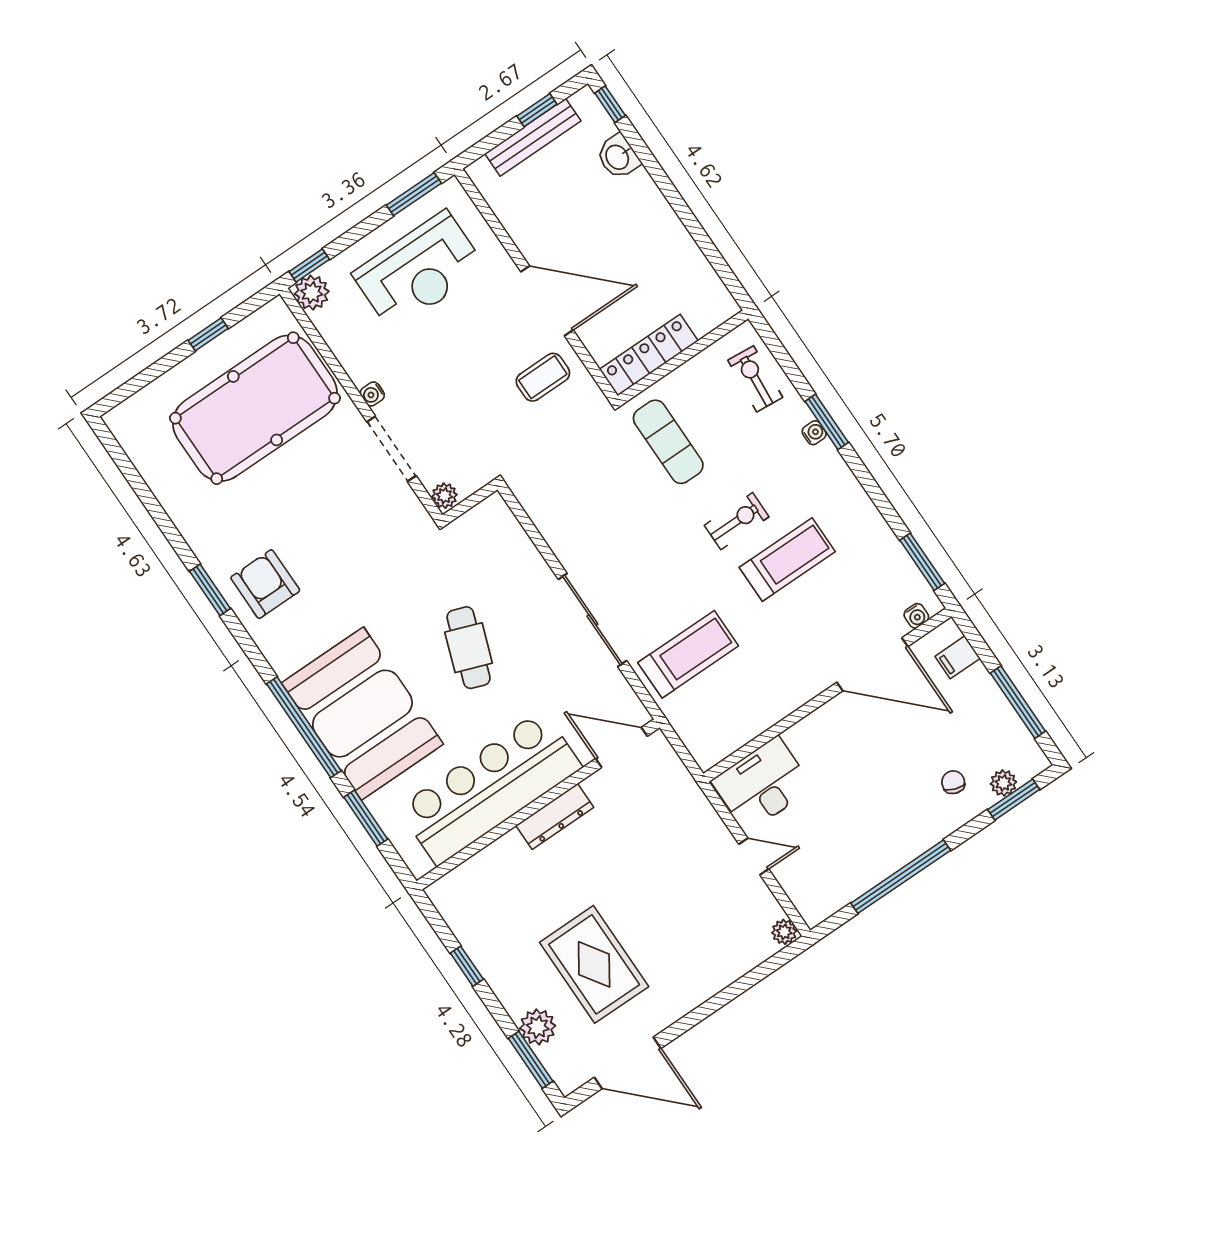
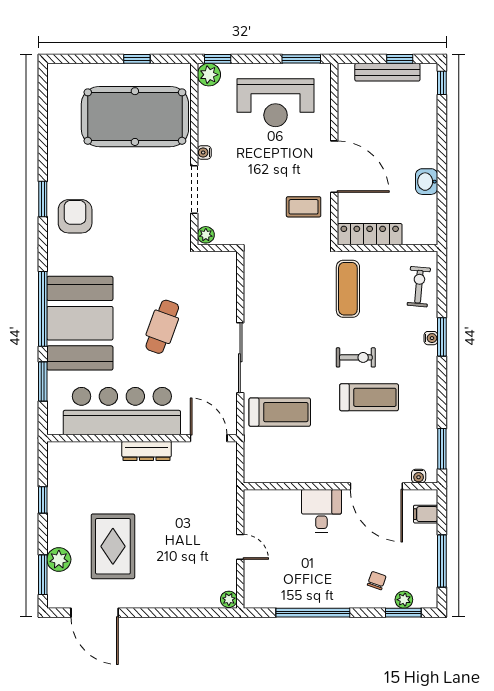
washbasin: (618, 157) -> (427, 182), moved
desk: (762, 784) -> (321, 511), moved, width x0.73

